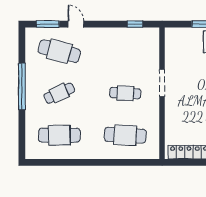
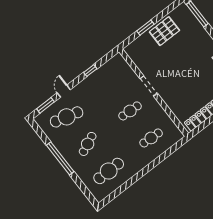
door: (76, 24) -> (64, 91), hinge flipped
window: (135, 24) -> (90, 71), moved
cafe table: (125, 135) -> (151, 138), width x0.73, depth x0.74

